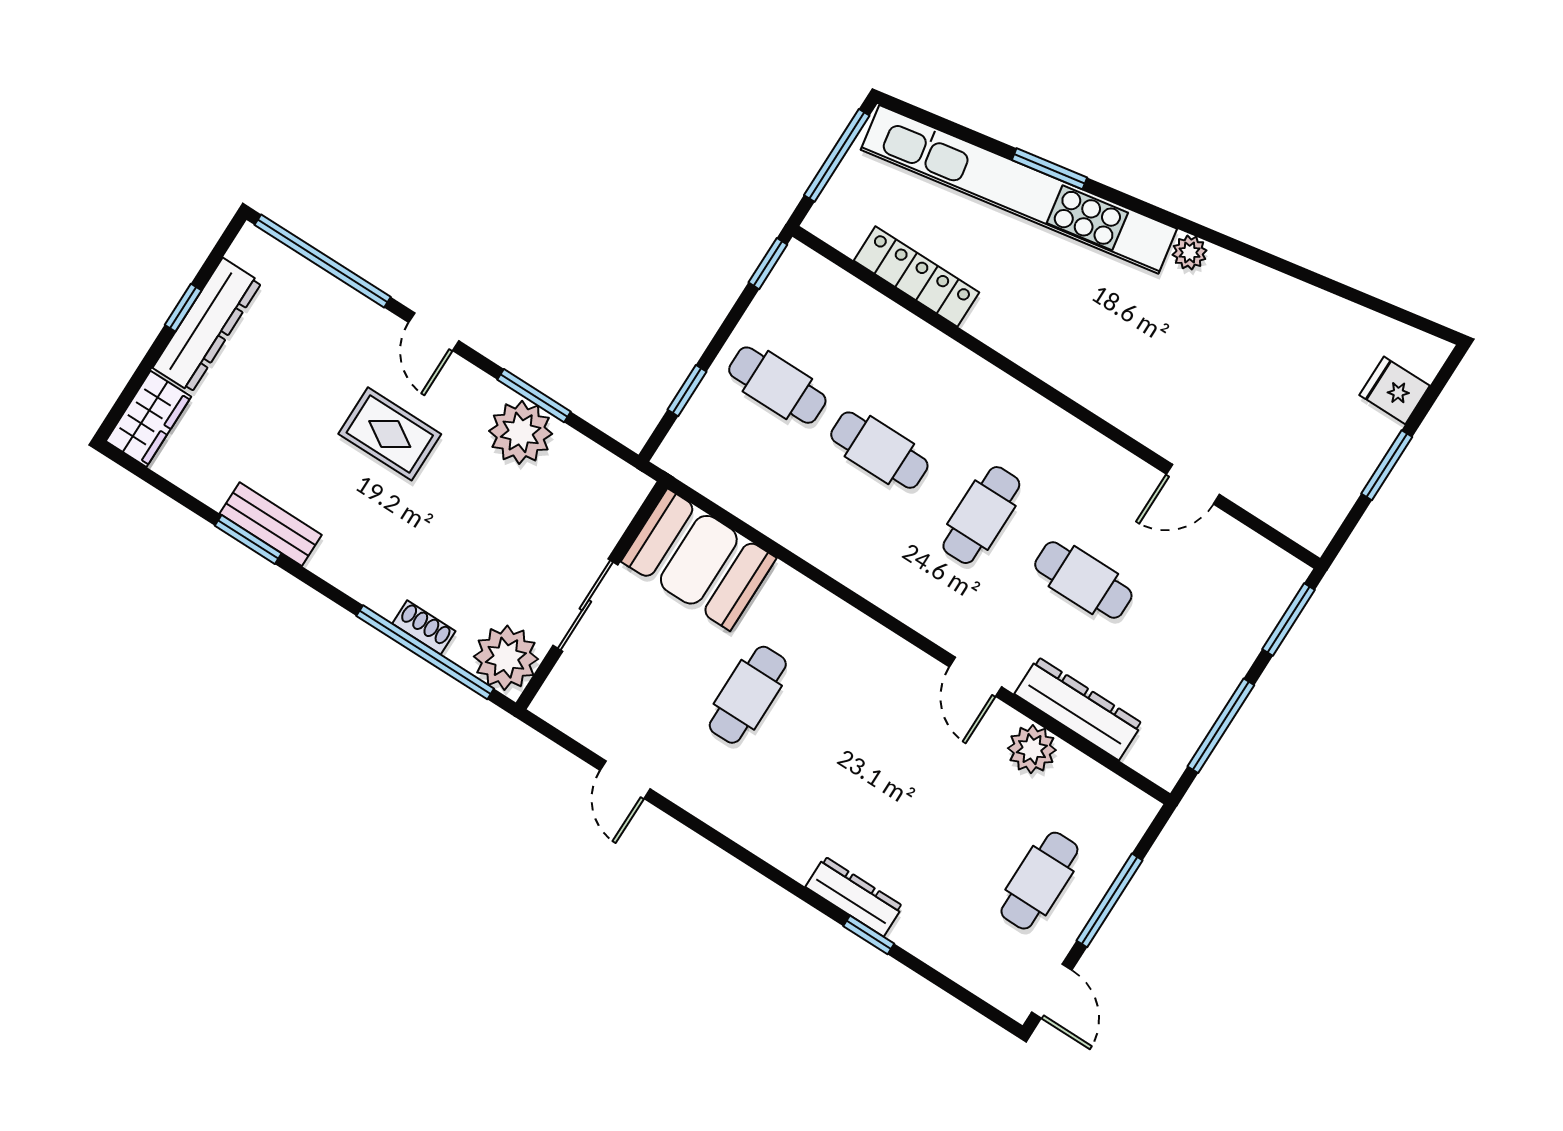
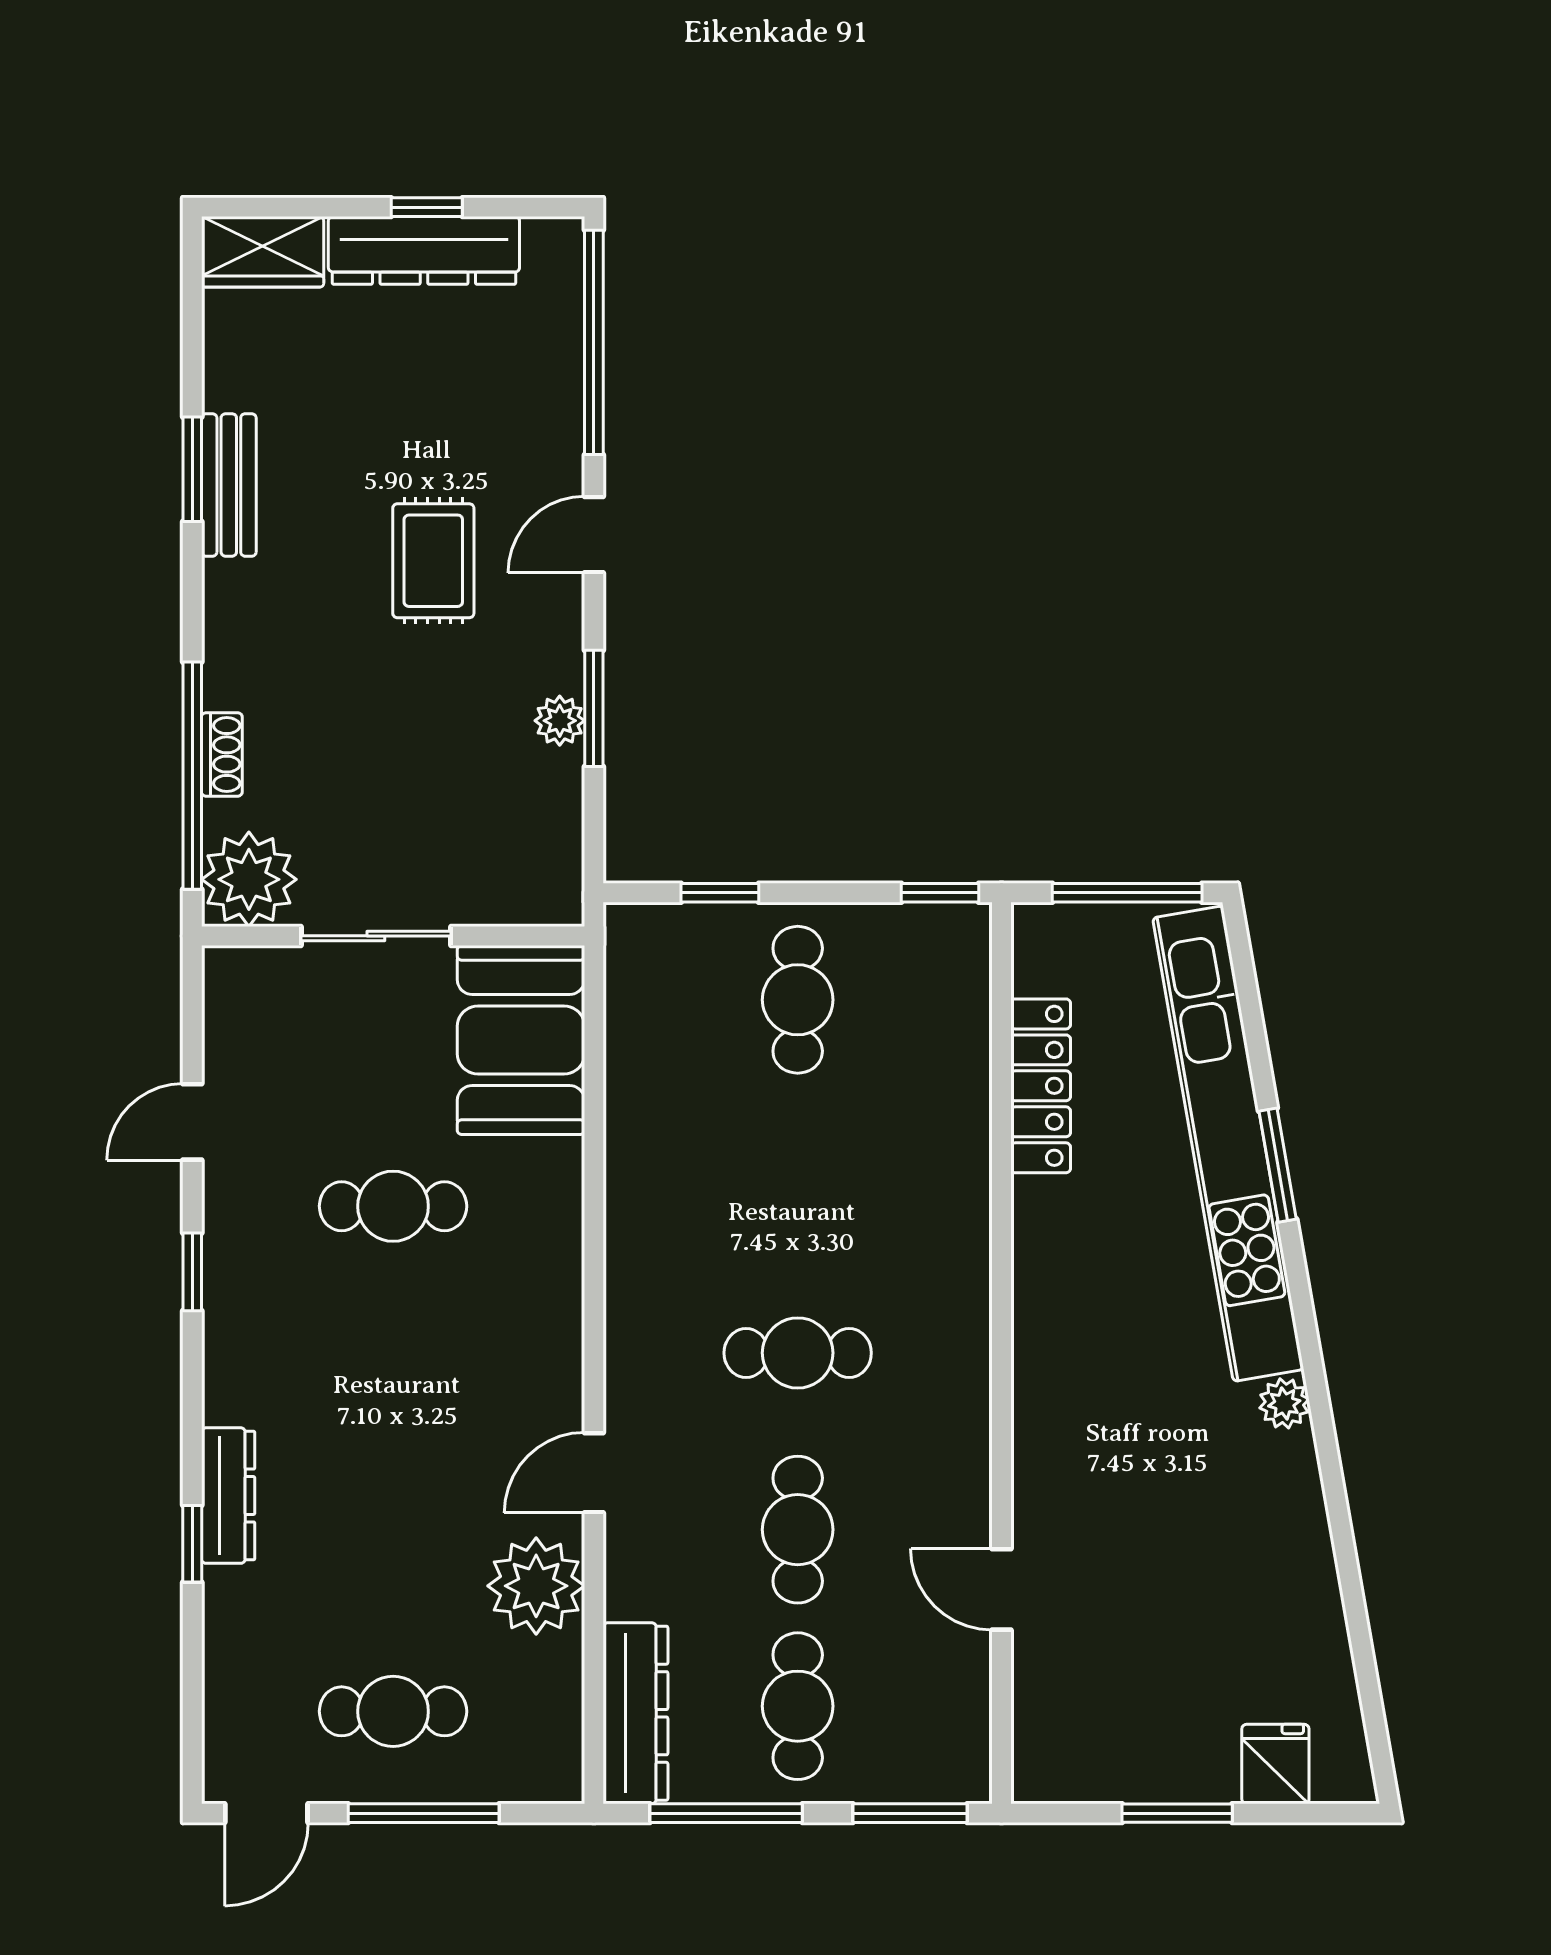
plant: (521, 432) -> (560, 721), width x0.53, depth x0.53
cafe table: (879, 450) -> (798, 1706), moved
dresser: (1078, 709) -> (635, 1713), moved
plant: (1032, 749) -> (536, 1586), width x1.36, depth x1.36
window: (712, 835) -> (192, 1272), added

